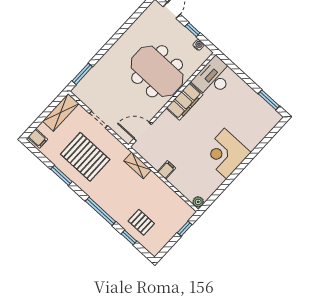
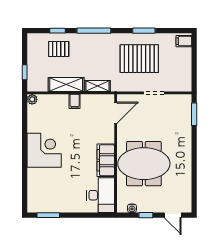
shelving: (61, 112) -> (66, 85), moved, turned 90

